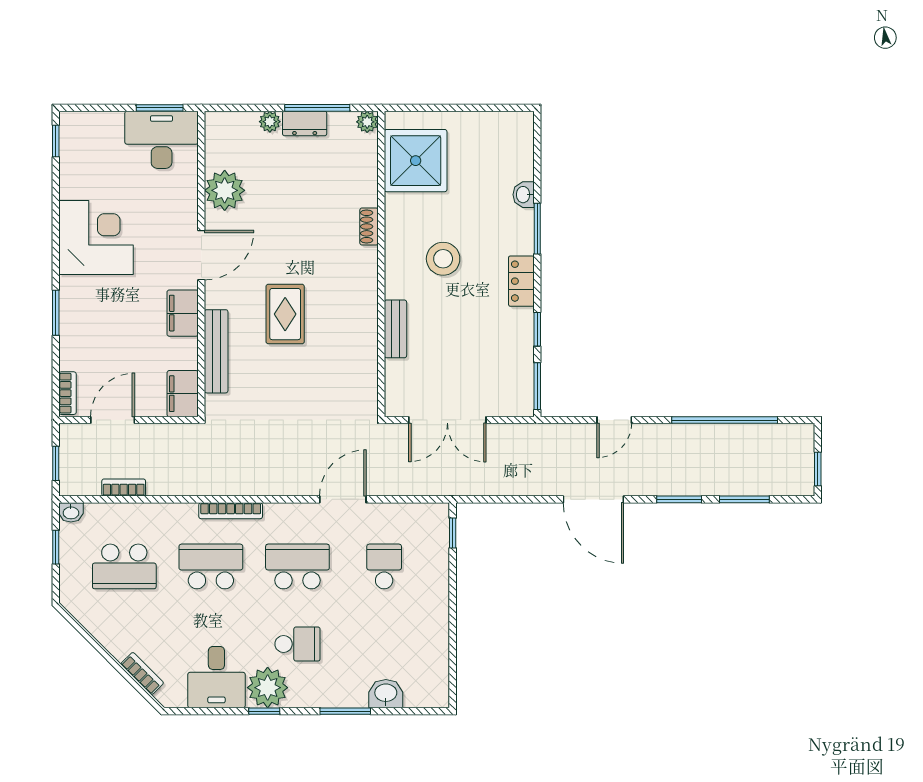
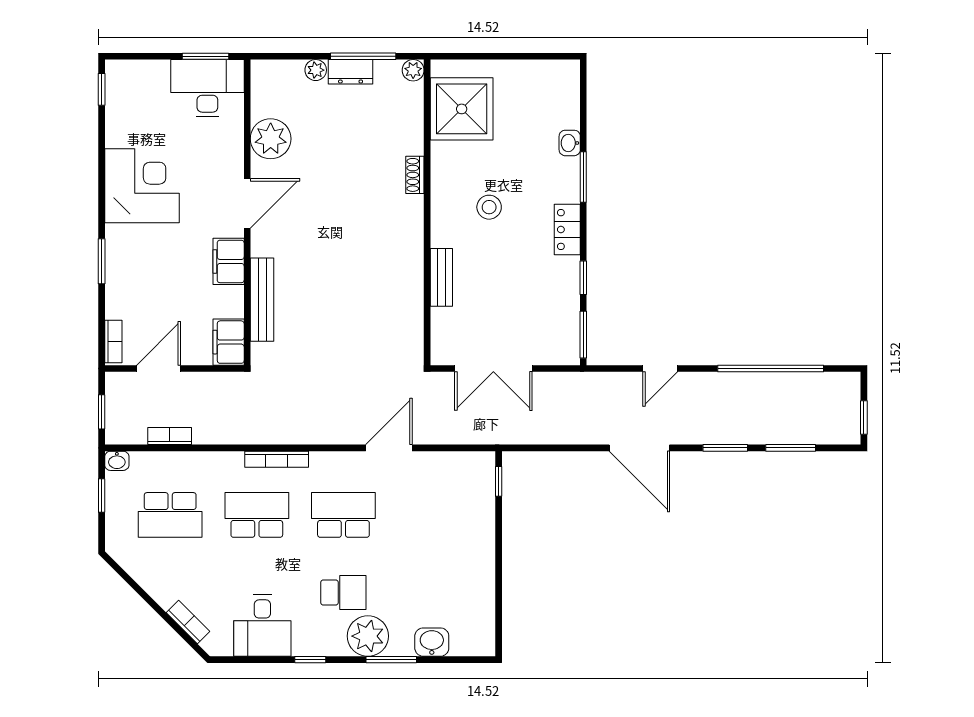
stool: (443, 259) -> (489, 207), width x0.73, depth x0.73
rug: (285, 314) -> (331, 262), removed
school desk: (384, 566) -> (430, 515), removed
plant: (268, 688) -> (368, 636), moved

